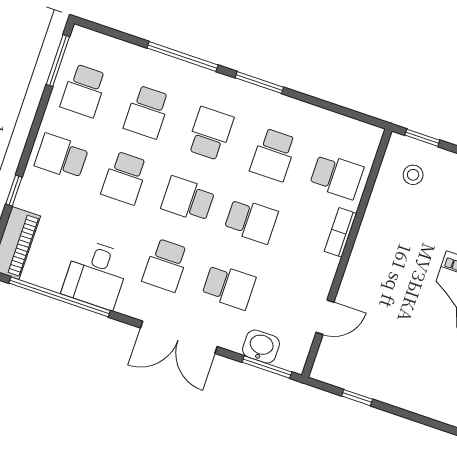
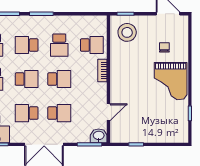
school desk: (210, 133) -> (27, 45), turned -90
stool: (413, 175) -> (127, 32), width x1.89, depth x1.89
school desk: (188, 199) -> (27, 79), turned 180
school desk: (166, 265) -> (27, 113), turned 90
washbasin: (261, 347) -> (99, 136), moved

